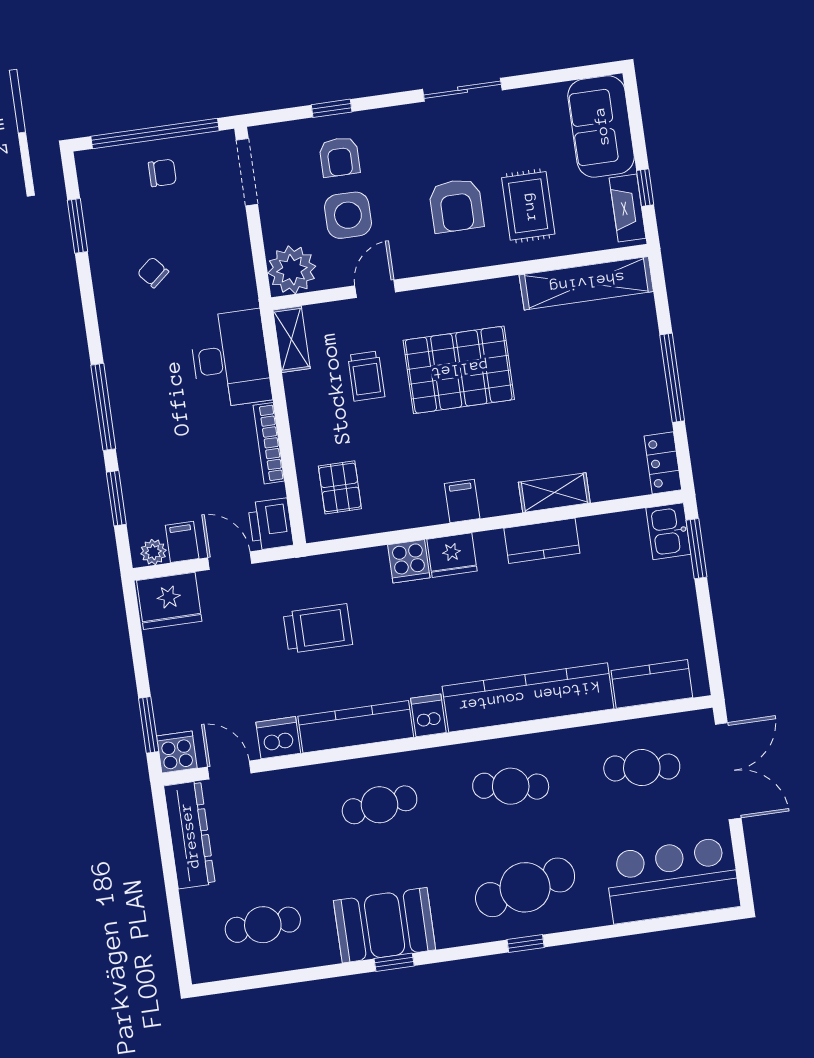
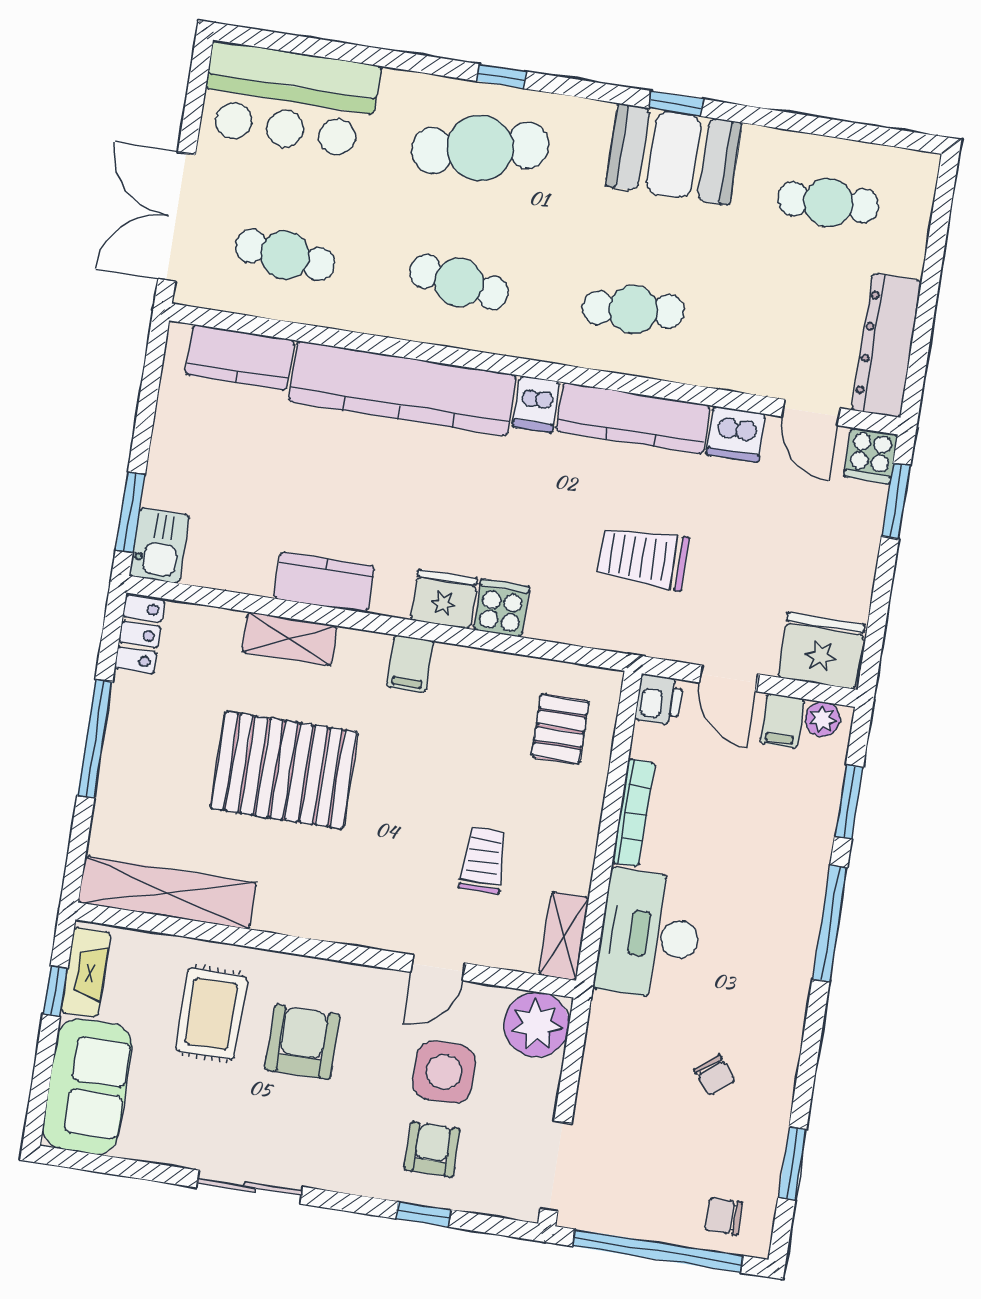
chair: (162, 173) -> (723, 1216), moved
pallet: (459, 370) -> (284, 770), moved
printer: (271, 524) -> (659, 700), width x0.73, depth x0.81

